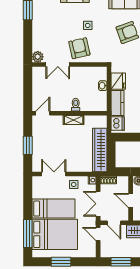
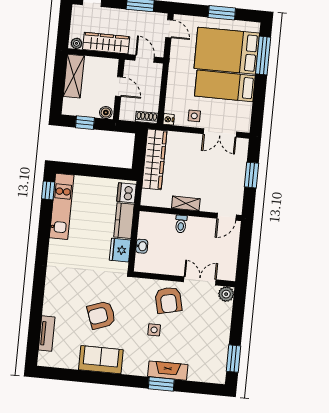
double door: (98, 204) -> (164, 87), removed
door: (98, 234) -> (169, 29), moved

